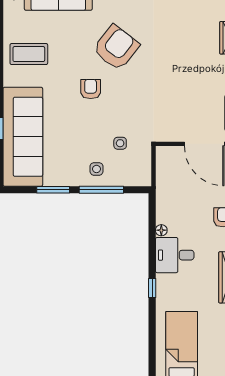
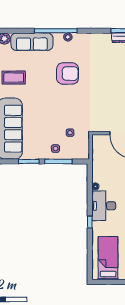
armchair: (116, 48) -> (68, 74), turned 52
armchair: (91, 89) -> (52, 99), removed
desk: (175, 255) -> (104, 206), width x1.37

